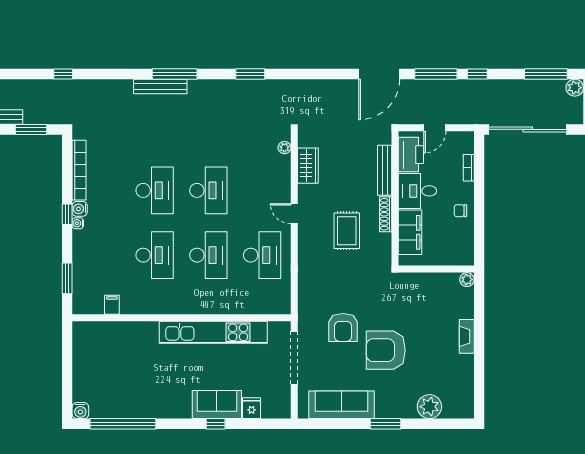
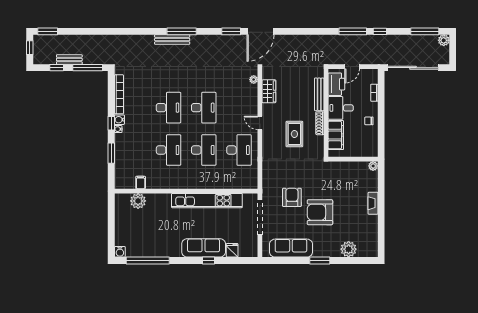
window: (63, 74) -> (109, 31), removed
door: (379, 74) -> (261, 31), moved
window: (31, 129) -> (88, 68), width x1.44
window: (67, 278) -> (111, 153), moved
armchair: (343, 327) -> (292, 197), turned 180
plant: (108, 333) -> (138, 201), added
sofa: (217, 405) -> (204, 248), width x1.36

